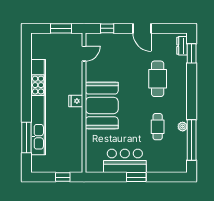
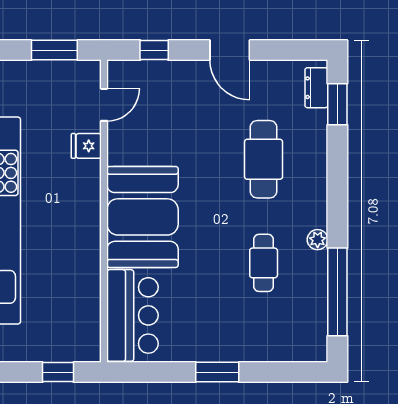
fridge: (76, 101) -> (86, 146), moved
plant: (183, 127) -> (318, 240), moved
bar counter: (125, 161) -> (133, 315), moved, turned 90

